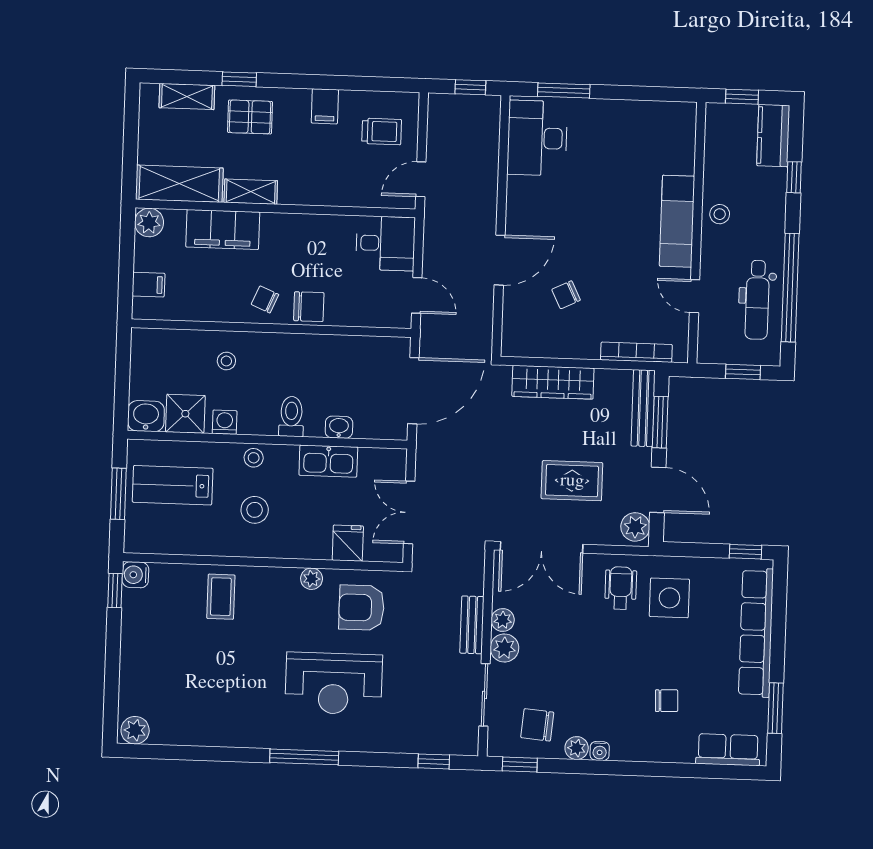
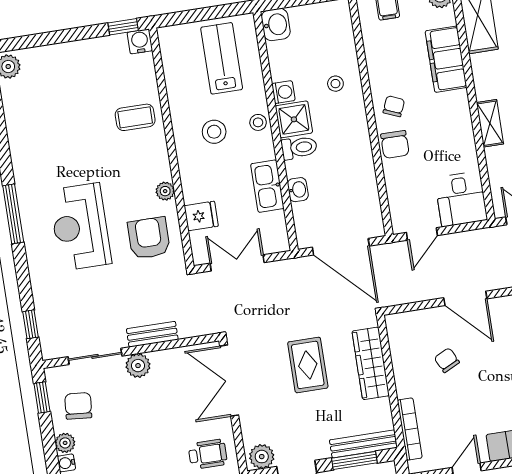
shelving: (251, 192) -> (490, 123), moved
shower: (185, 414) -> (294, 119), moved
rug: (572, 481) -> (308, 365), moved
window: (118, 494) -> (206, 14), removed
plant: (503, 620) -> (161, 360), removed

